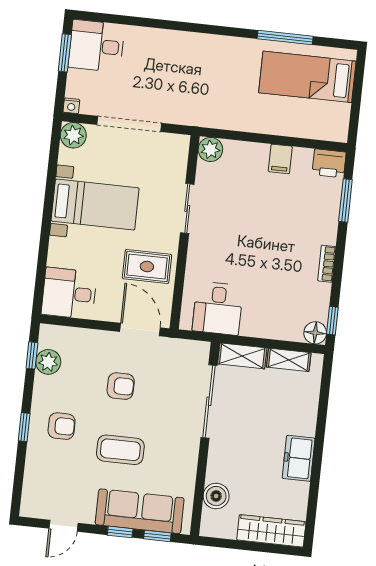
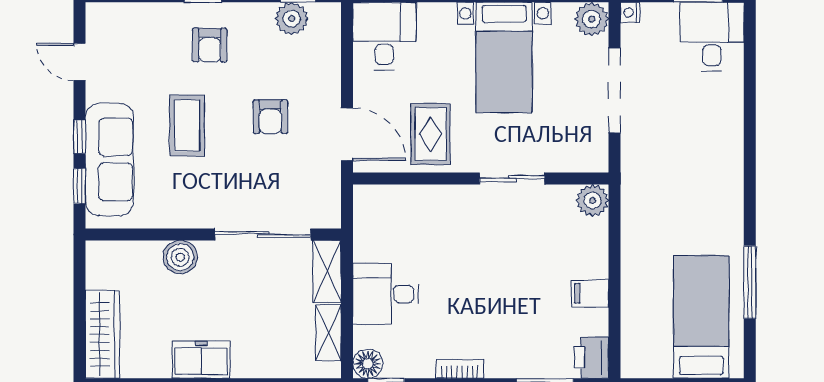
desk: (218, 308) -> (386, 294), moved
door: (140, 330) -> (347, 134), hinge flipped
boiler: (216, 496) -> (180, 257), moved

